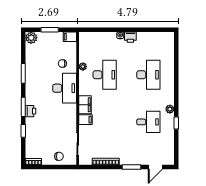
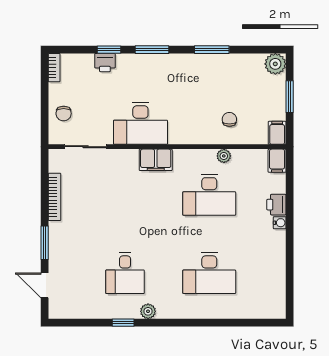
printer: (130, 37) -> (276, 205), moved
desk: (65, 88) -> (140, 123), moved
printer: (30, 111) -> (105, 63), moved
filing cabinet: (85, 120) -> (277, 161), moved

